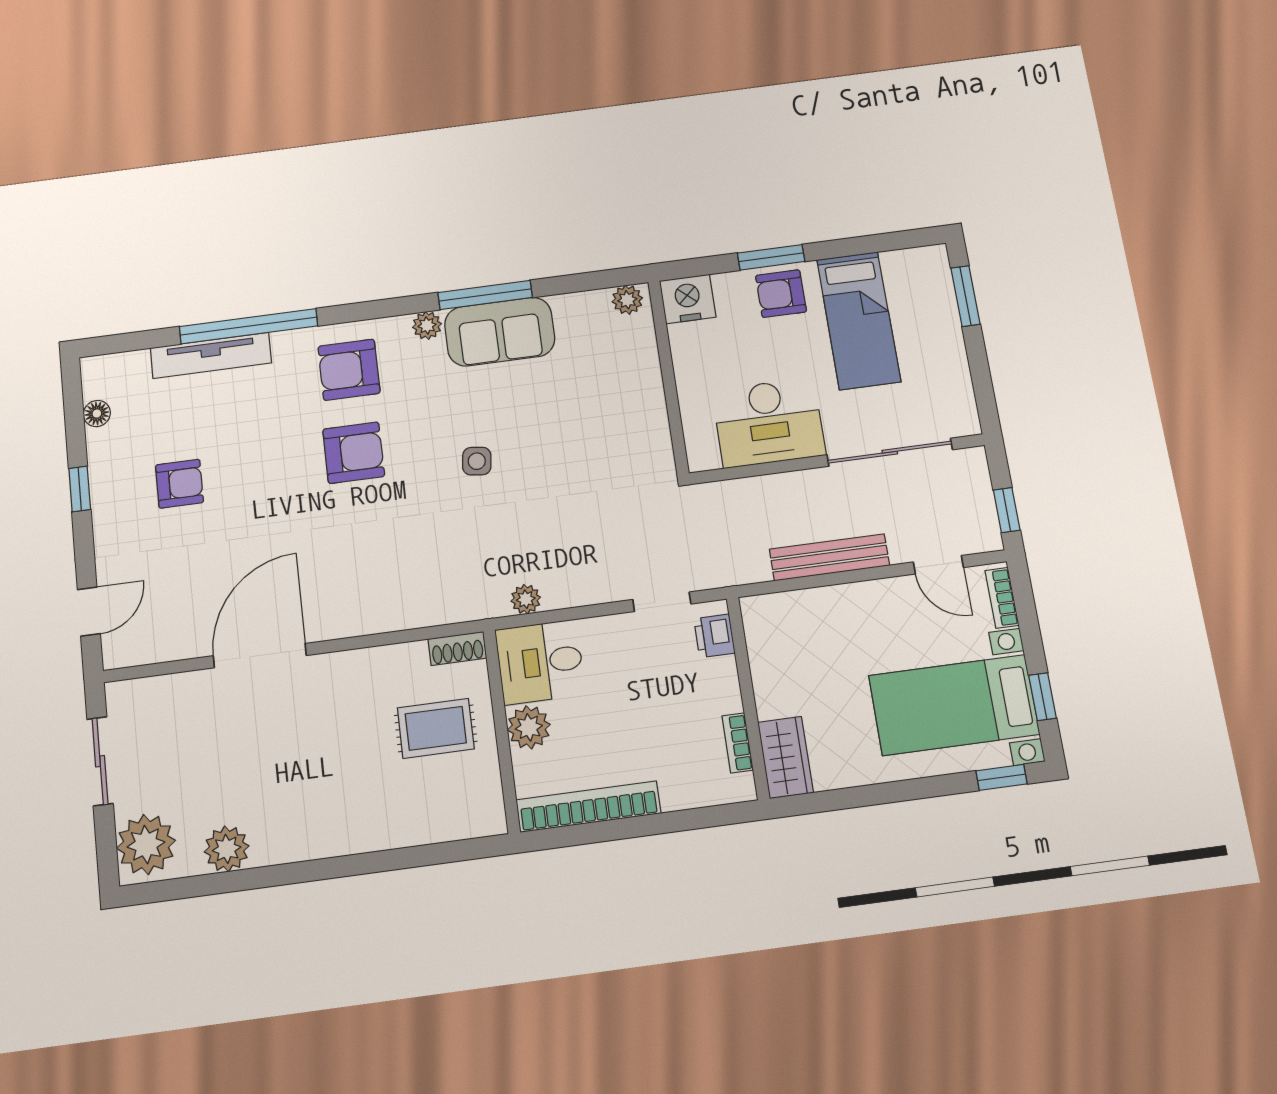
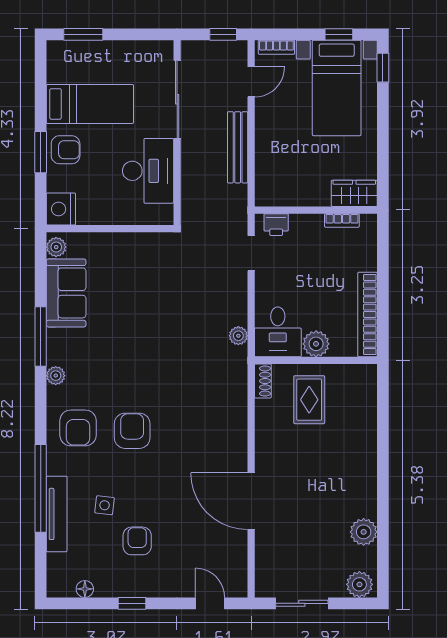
armchair: (781, 294) -> (66, 150), turned -90
sofa: (500, 332) -> (66, 293), moved
side table: (477, 461) -> (105, 505), moved
plant: (146, 844) -> (359, 584), width x0.73, depth x0.73

